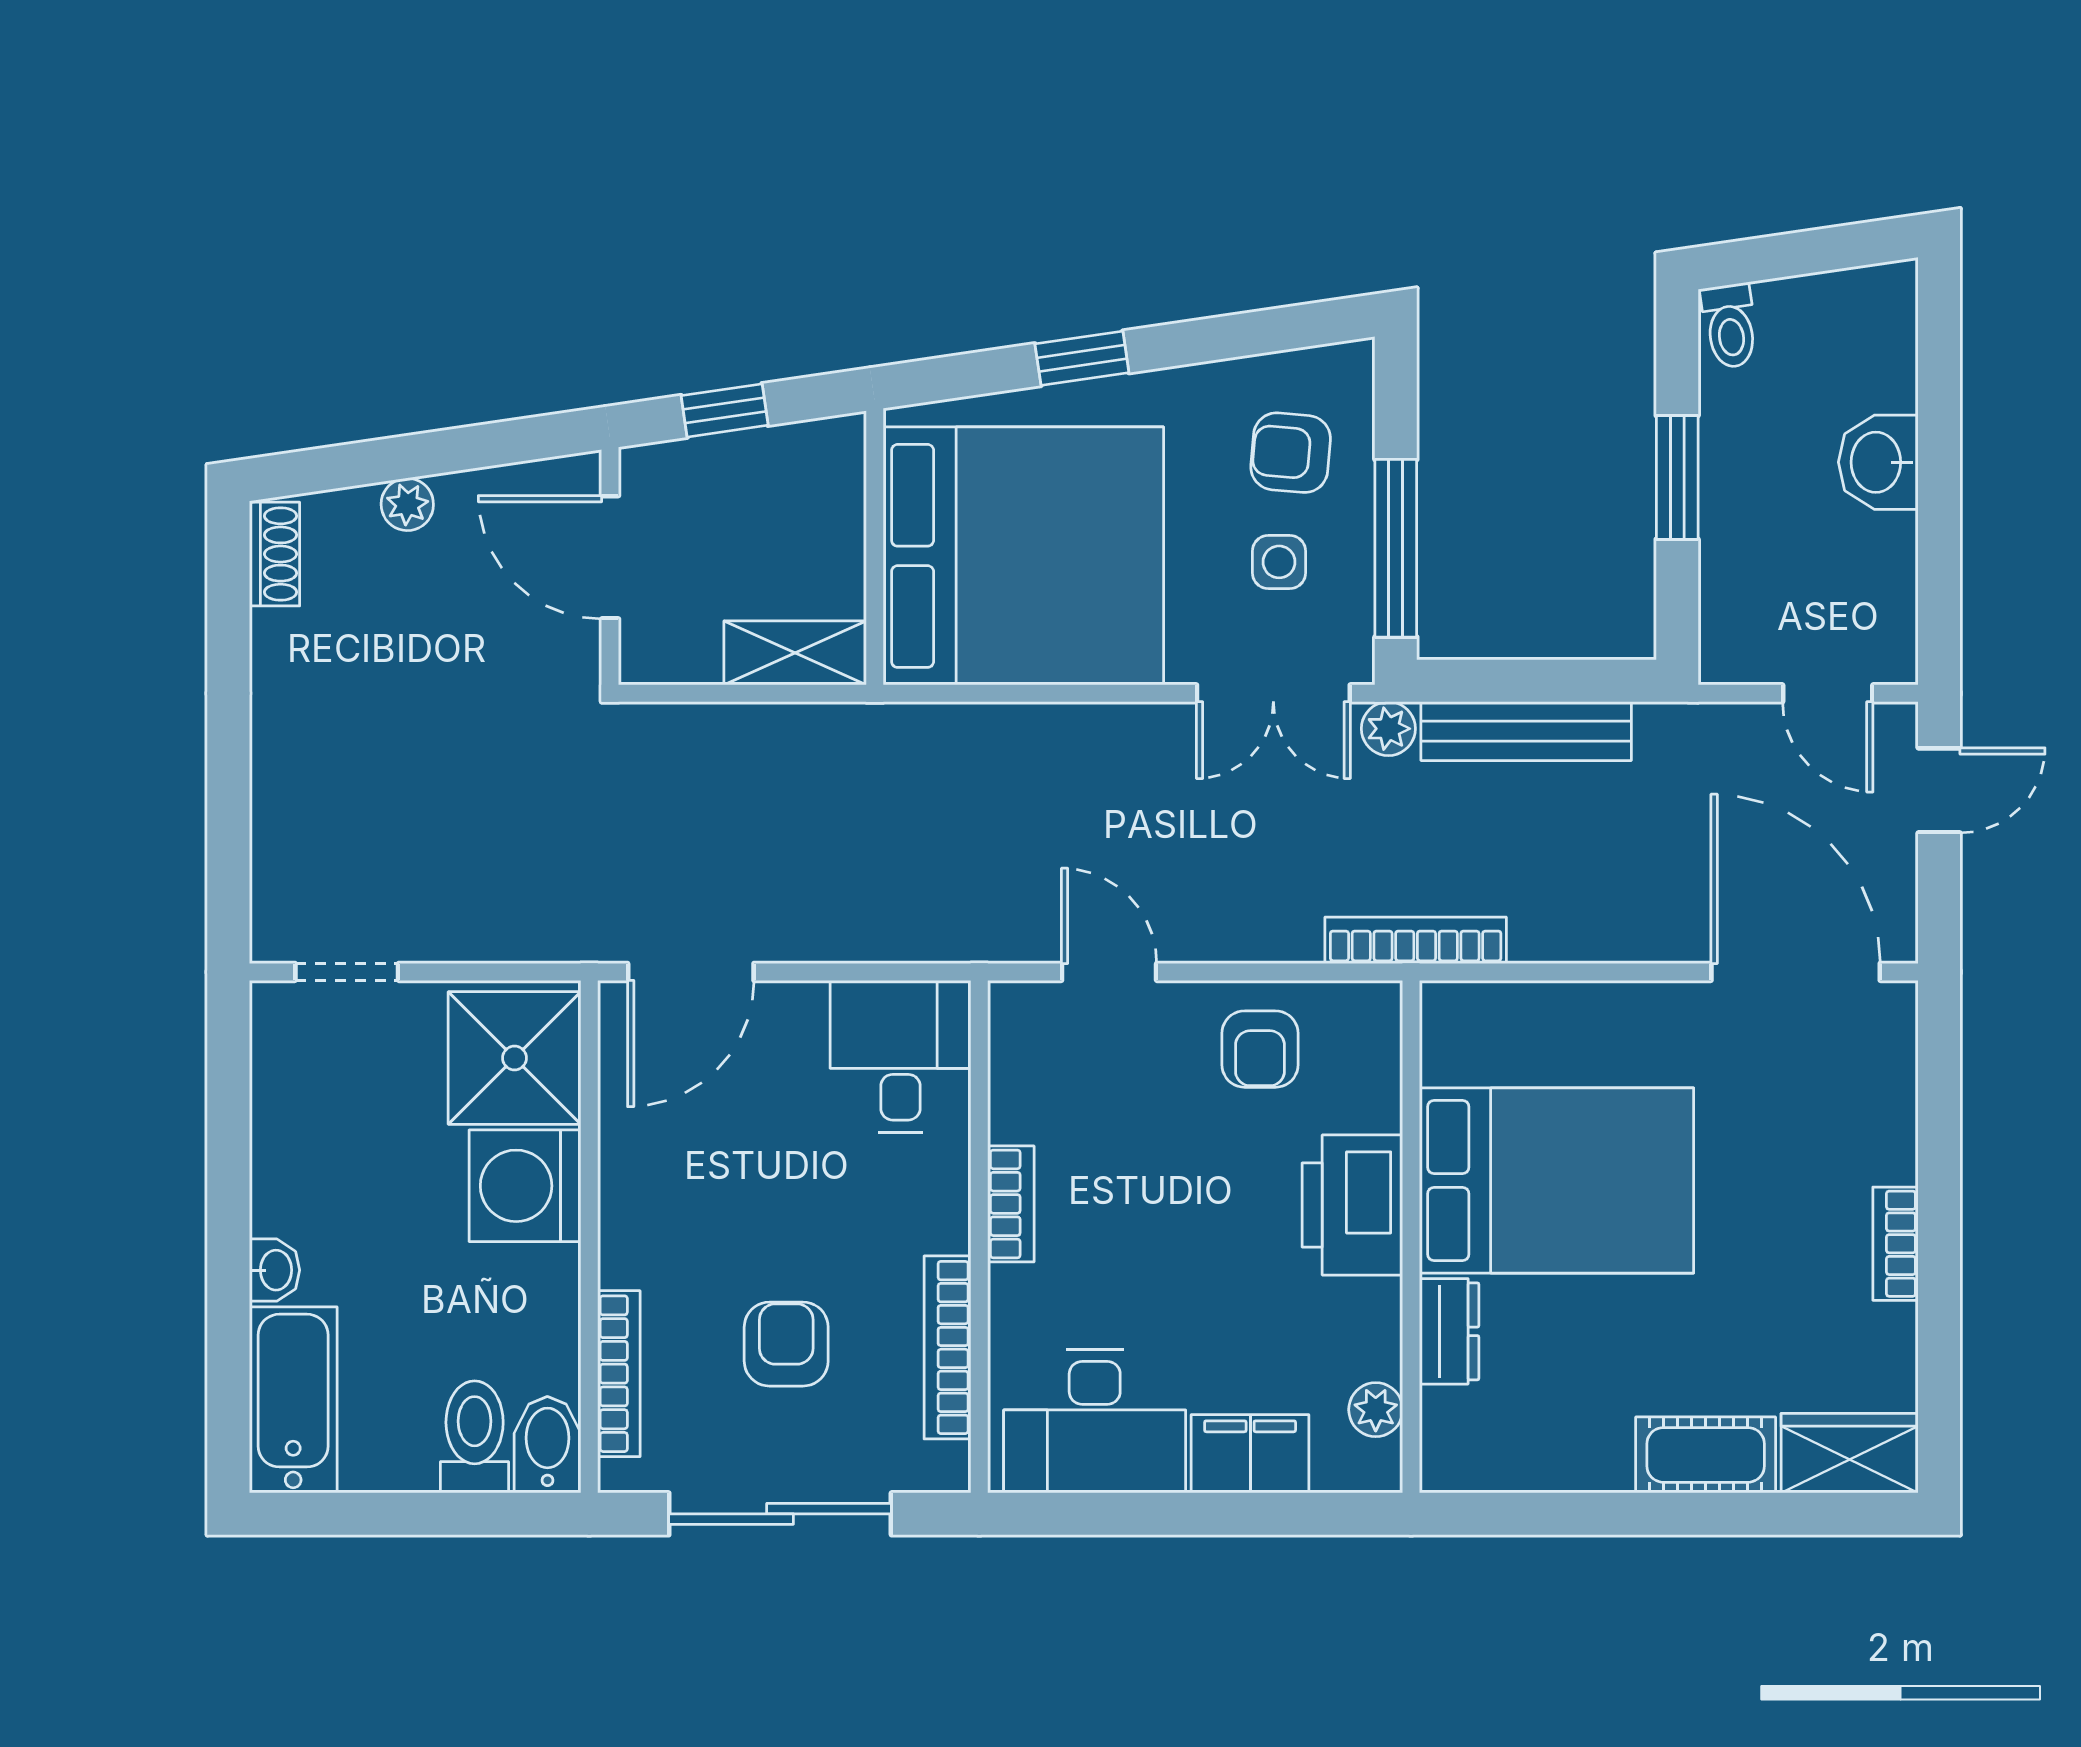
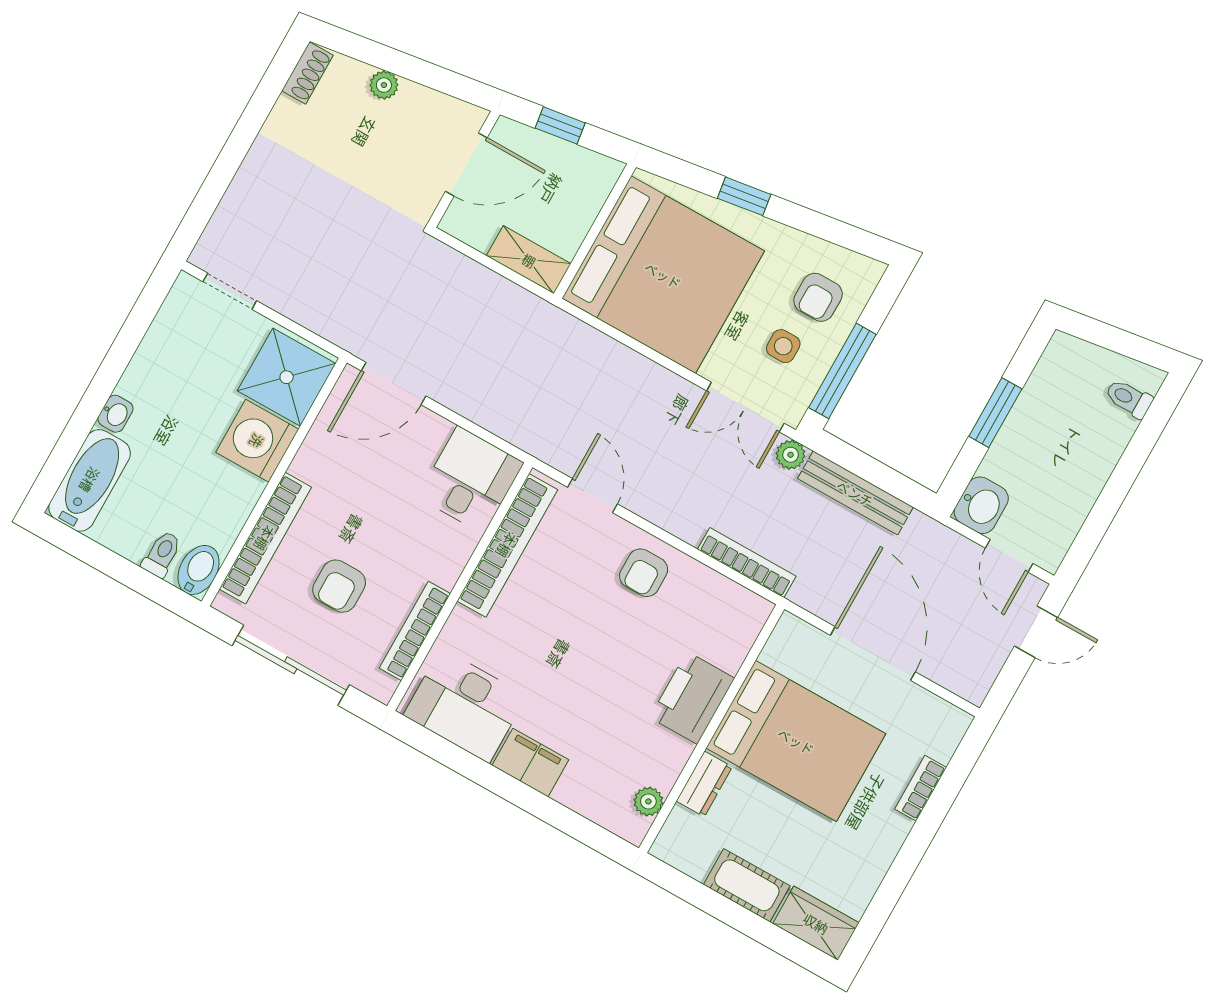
toilet: (1730, 326) -> (1129, 398), moved, turned 98
armchair: (1291, 453) -> (818, 297), turned -95
washbasin: (1878, 462) -> (981, 505), moved, turned 180
door: (610, 557) -> (466, 165), swing flipped
door: (1796, 972) -> (873, 654), moved
bed: (1557, 1180) -> (796, 741), moved
bookcase: (1011, 1204) -> (507, 545), width x2.31, depth x1.31
printer: (1352, 1205) -> (692, 698), moved
wall: (1411, 1237) -> (712, 729), moved
bookcase: (1896, 1244) -> (921, 788), moved
dresser: (1449, 1331) -> (704, 784), moved
armchair: (786, 1344) -> (339, 586), turned 180
bookcase: (619, 1374) -> (265, 538), width x1.48, depth x1.31
plant: (1376, 1410) -> (648, 801), moved
toilet: (475, 1437) -> (162, 554), width x0.73, depth x0.72

